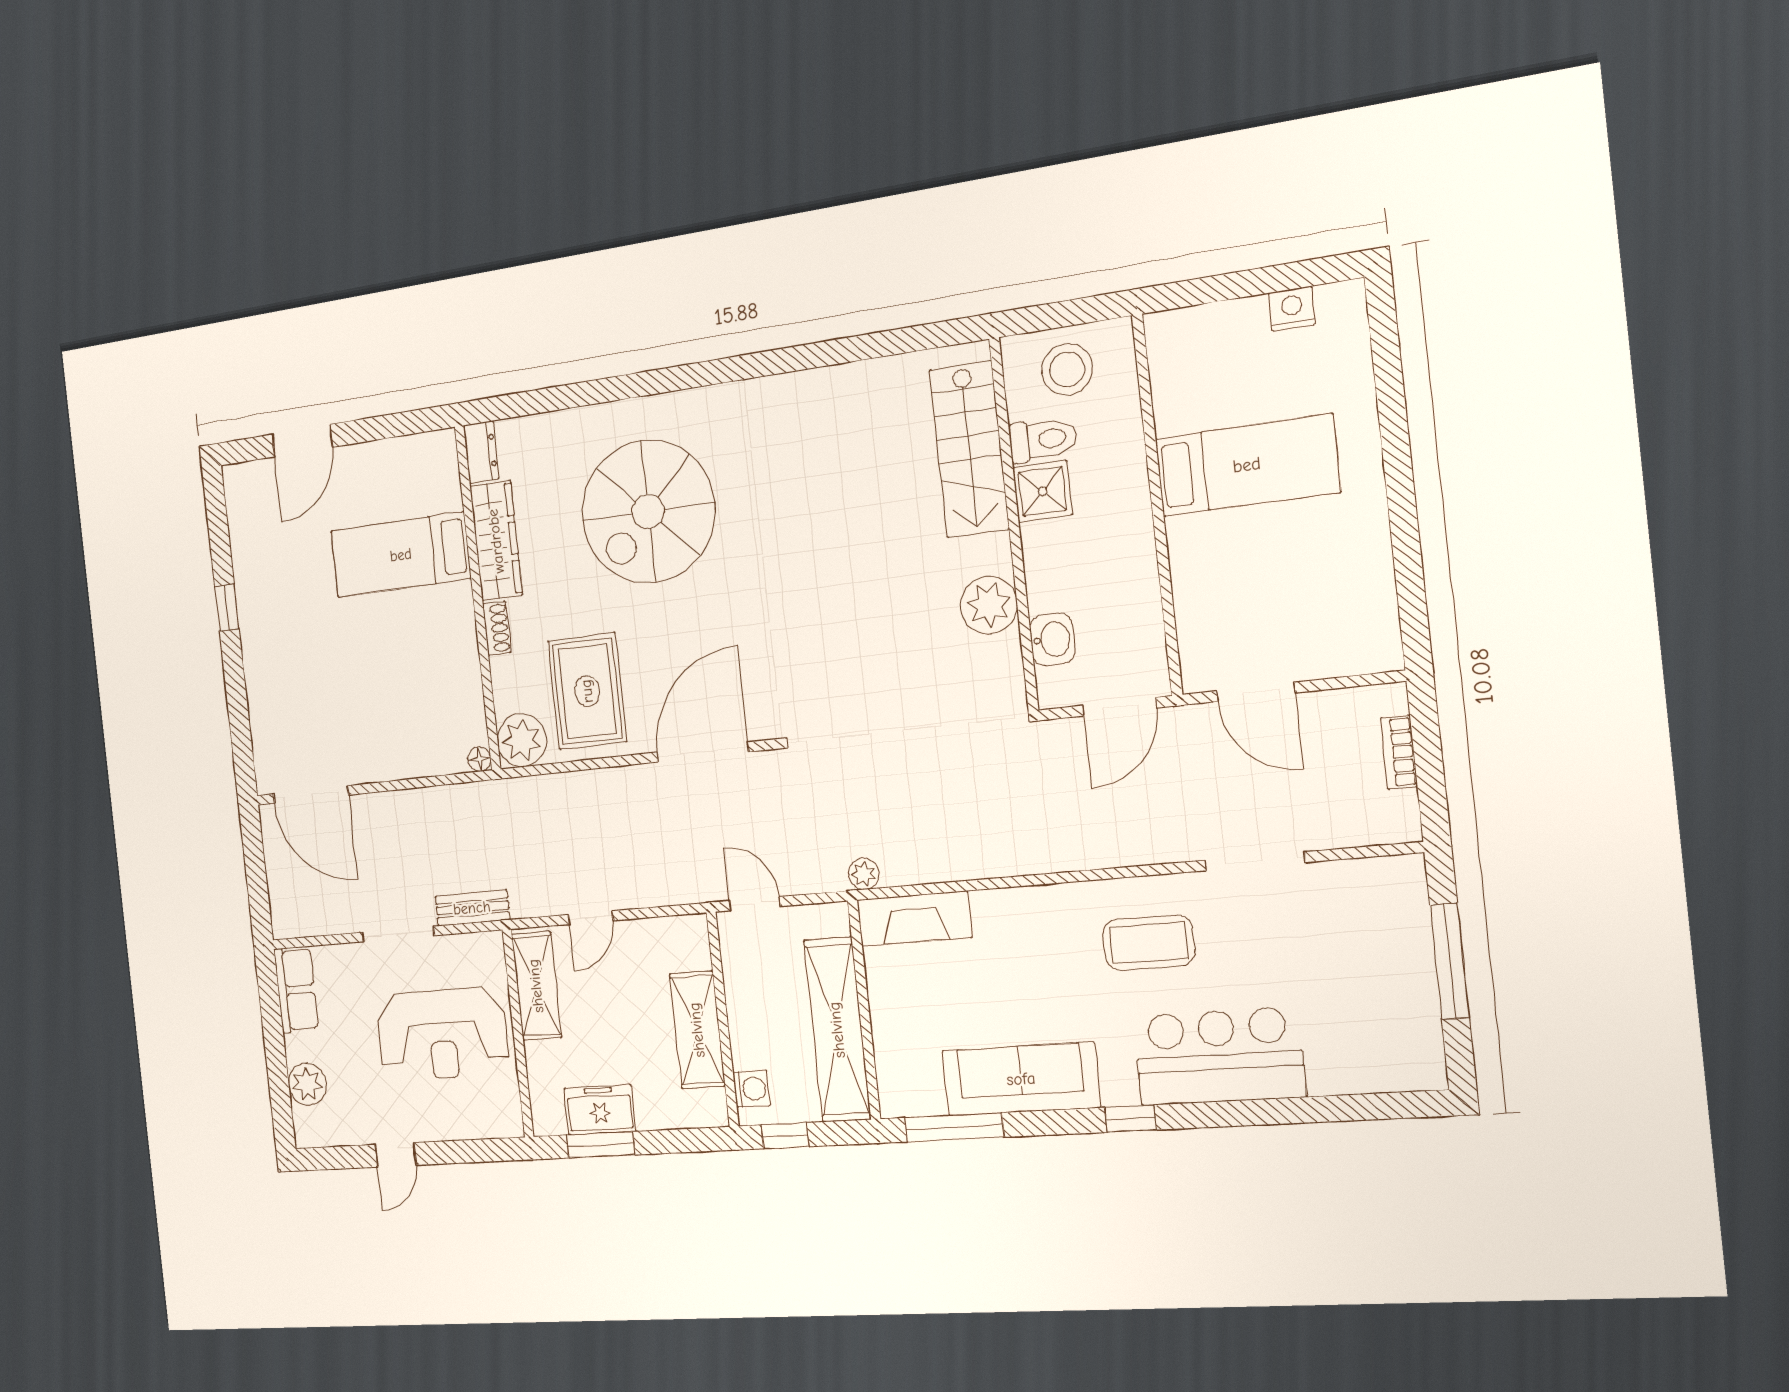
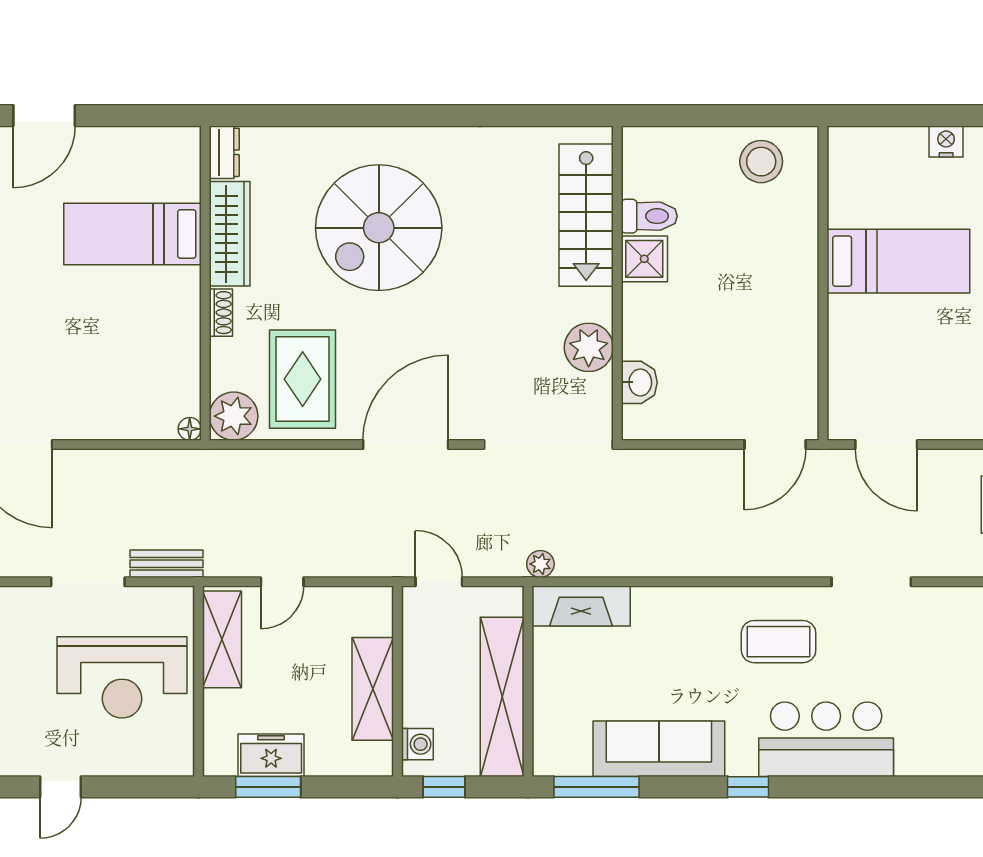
toilet: (1043, 440) -> (649, 216), moved
stairs: (969, 449) -> (586, 215), moved
shower: (1043, 491) -> (644, 259), moved
wall: (1014, 525) -> (617, 283), moved
plant: (989, 605) -> (589, 347), moved
washbasin: (1052, 639) -> (639, 382), moved

